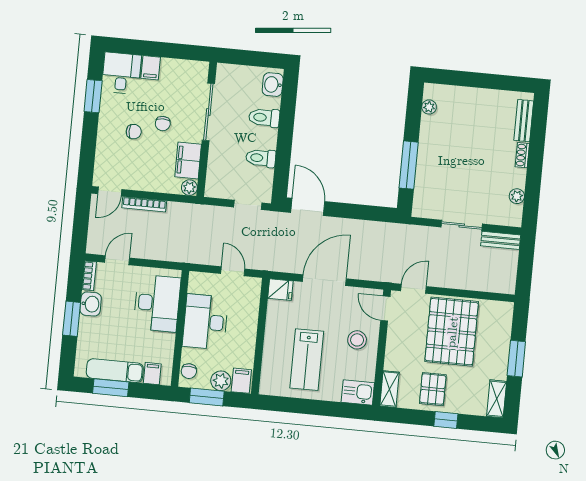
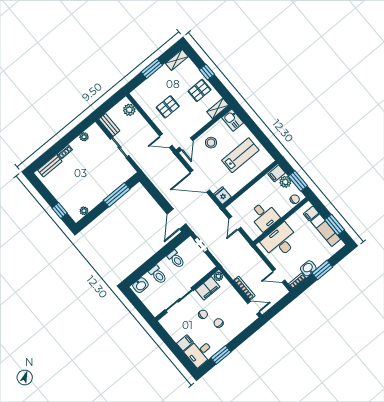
window: (459, 78) -> (60, 211), added
plant: (494, 282) -> (129, 110), added
desk: (205, 322) -> (264, 216), width x0.73
pallet: (452, 332) -> (168, 107), width x0.49, depth x0.50

